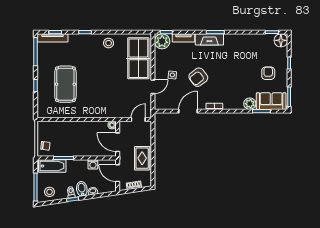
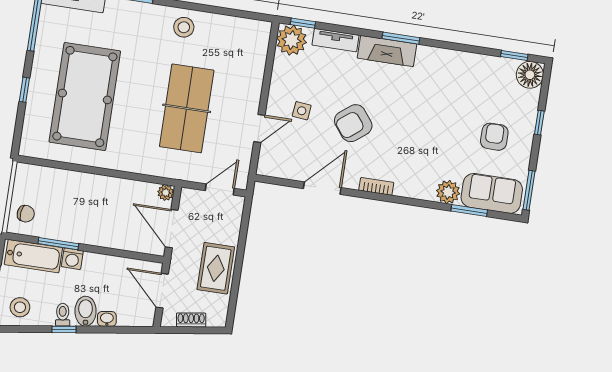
table tennis table: (138, 58) -> (187, 108), moved
pool table: (65, 84) -> (85, 96), width x1.36, depth x1.32
washing machine: (93, 164) -> (72, 259), moved

